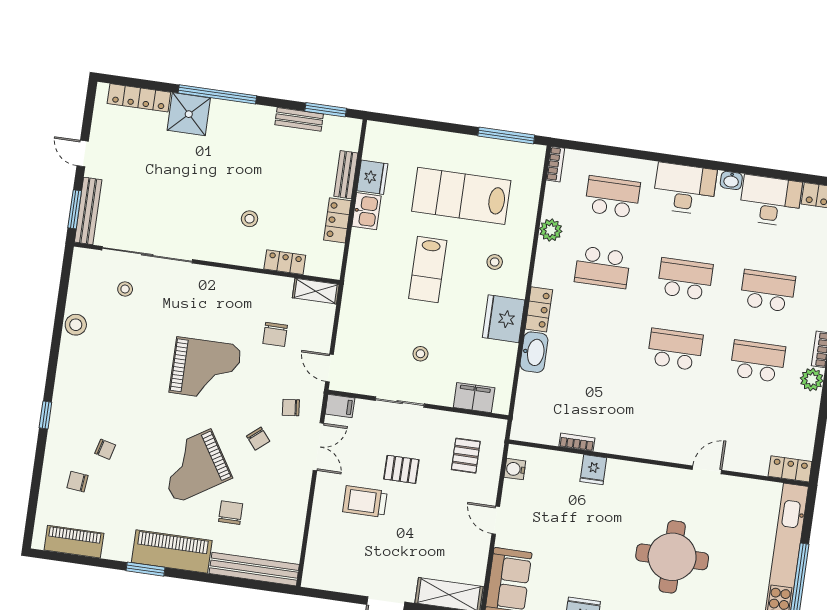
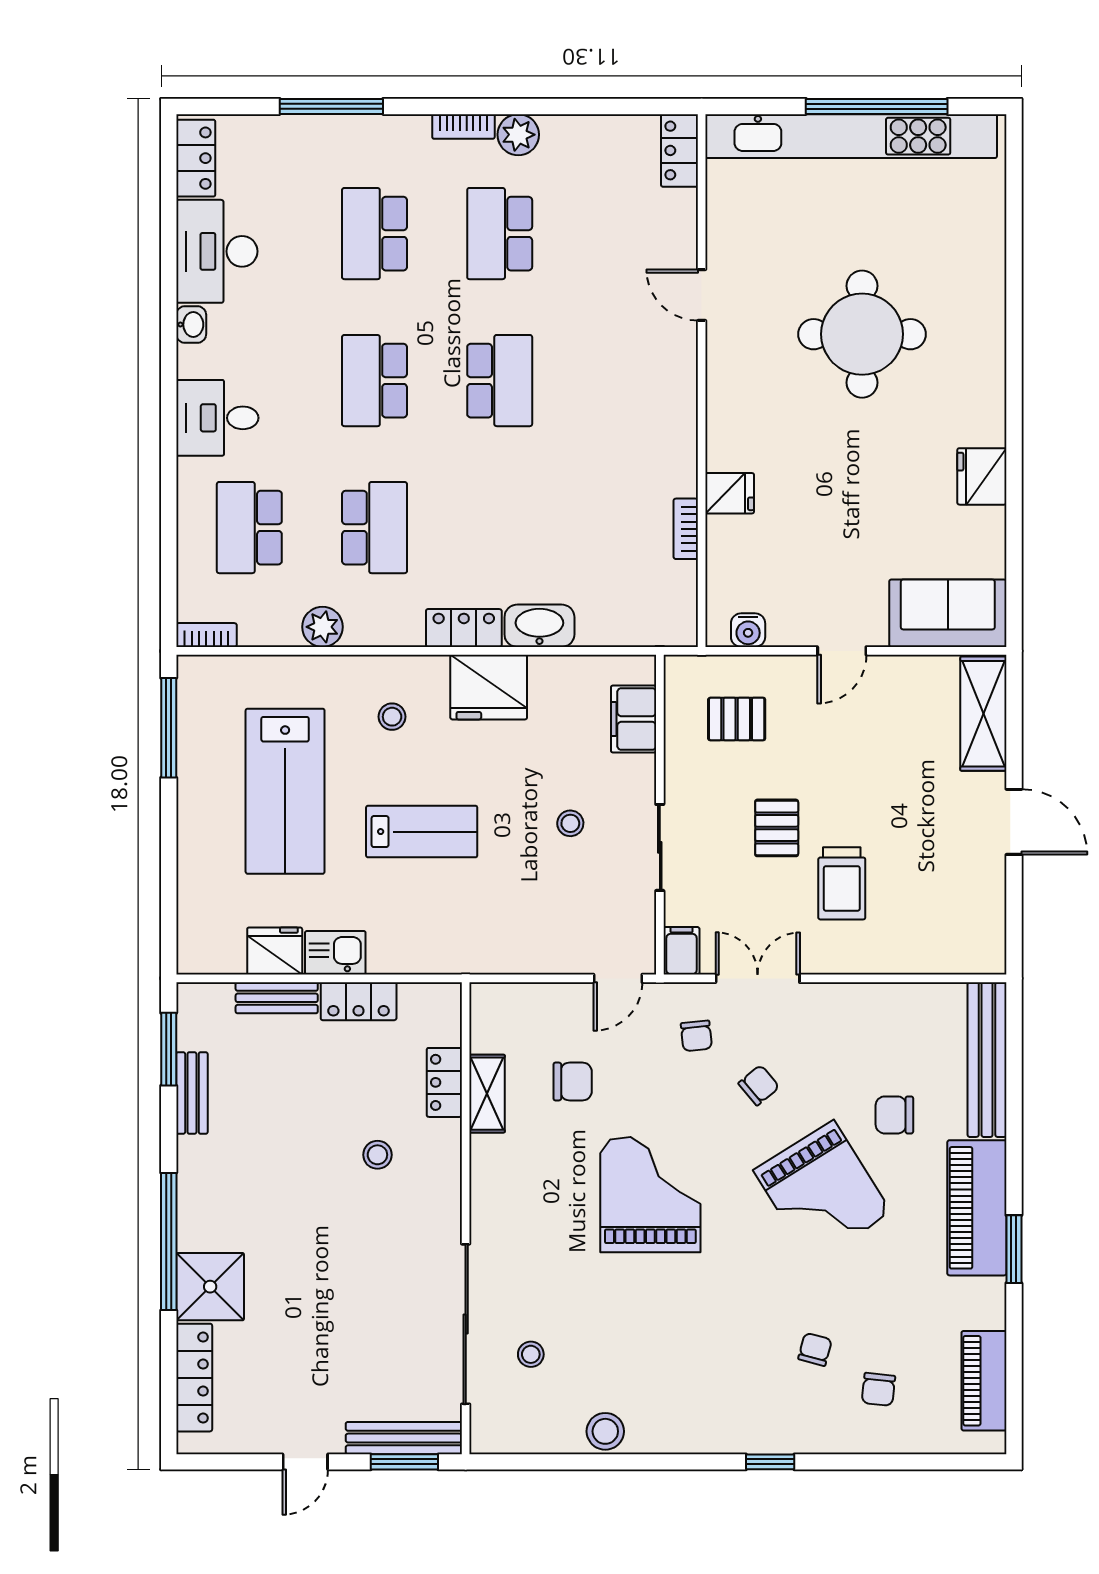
desk: (685, 189) -> (217, 418), width x0.73
shelving: (316, 291) -> (487, 1094), moved
school desk: (675, 349) -> (500, 381), turned 180

